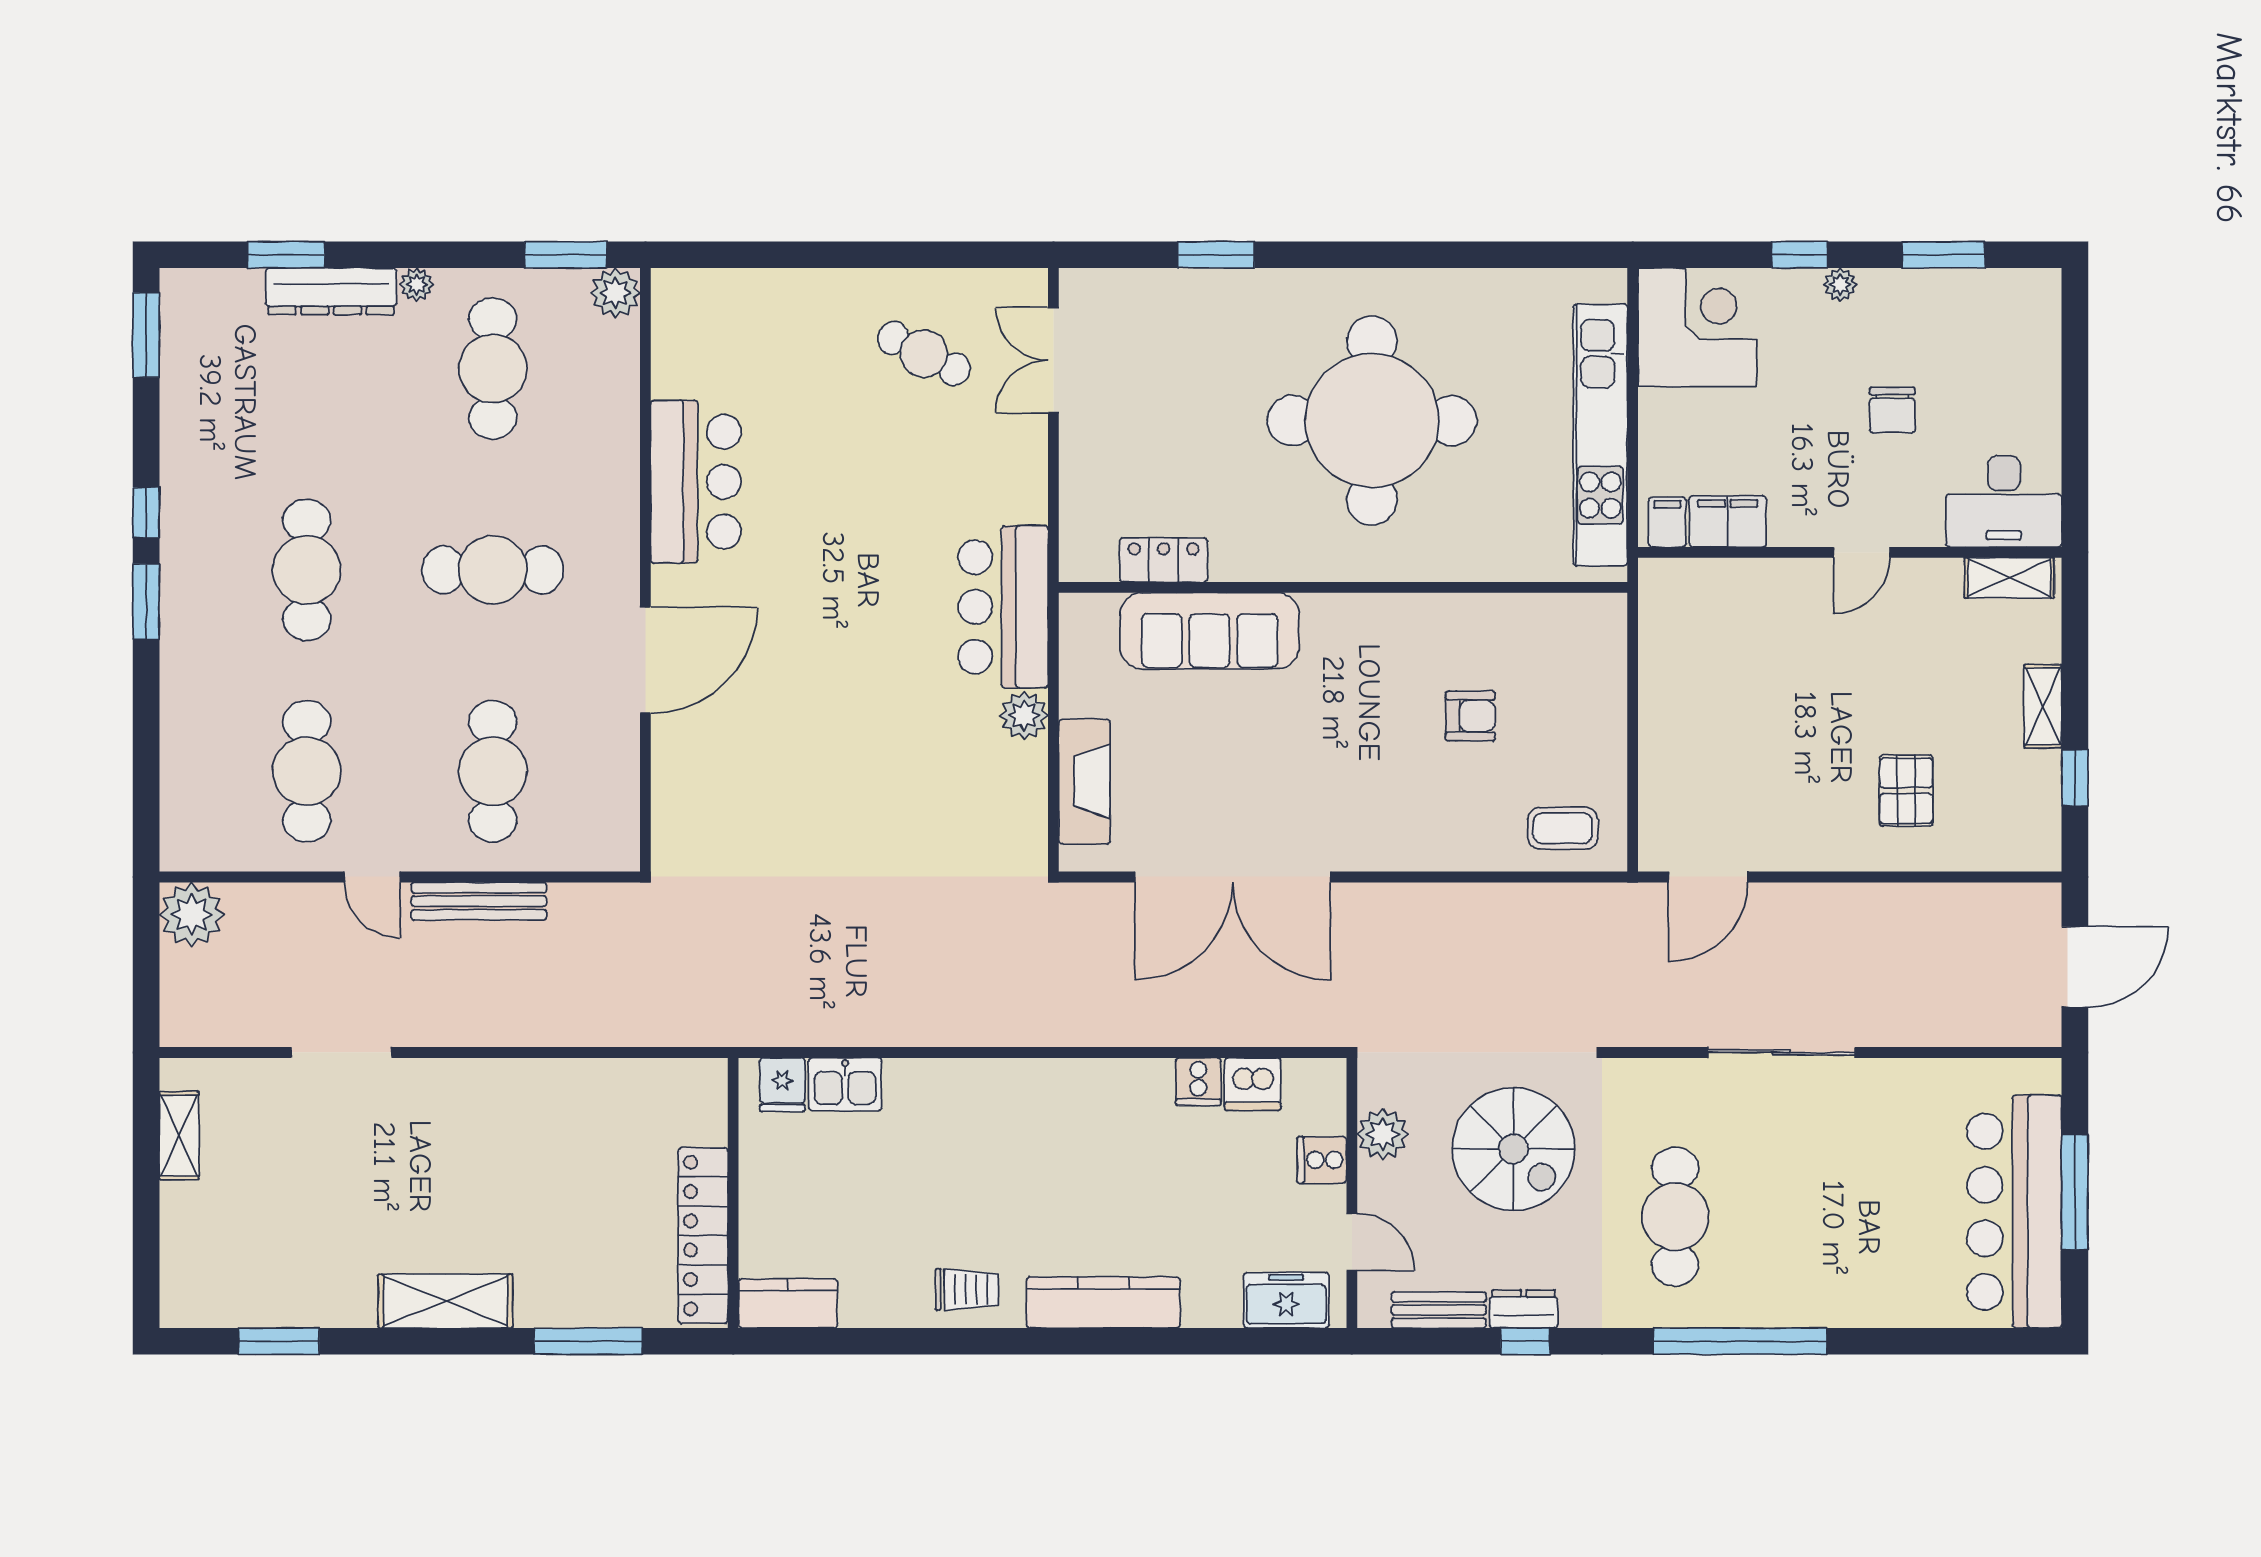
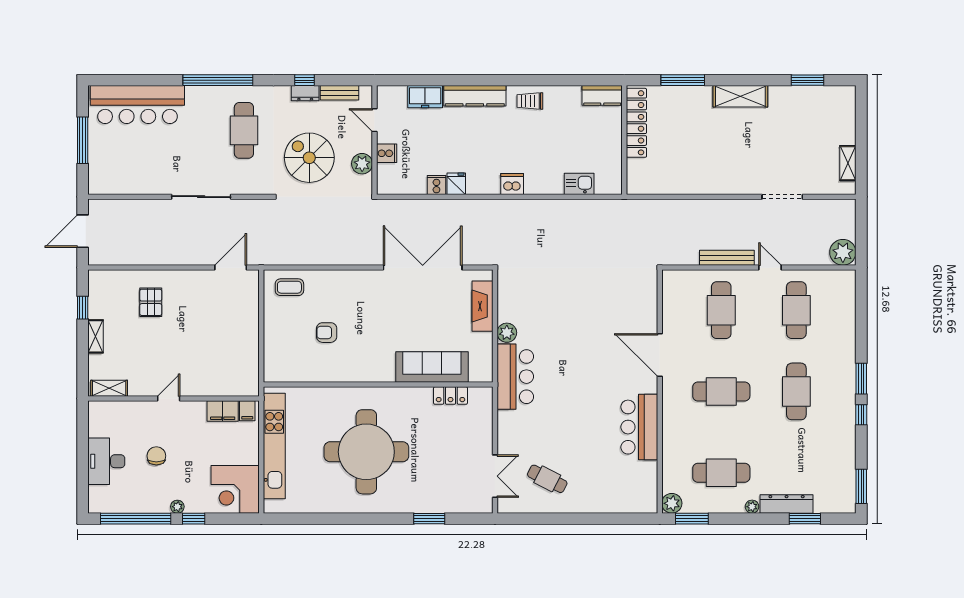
window: (1943, 255) -> (136, 519), width x2.11
cafe table: (493, 368) -> (721, 473), turned 90
desk: (2004, 502) -> (106, 461), moved, turned -90
door: (645, 660) -> (660, 355), hinge flipped
dishwasher: (1253, 1084) -> (512, 184), moved
fridge: (782, 1085) -> (456, 184), moved
bar counter: (2014, 1212) -> (137, 105), moved, turned 90
freezer: (1286, 1300) -> (425, 97), moved

